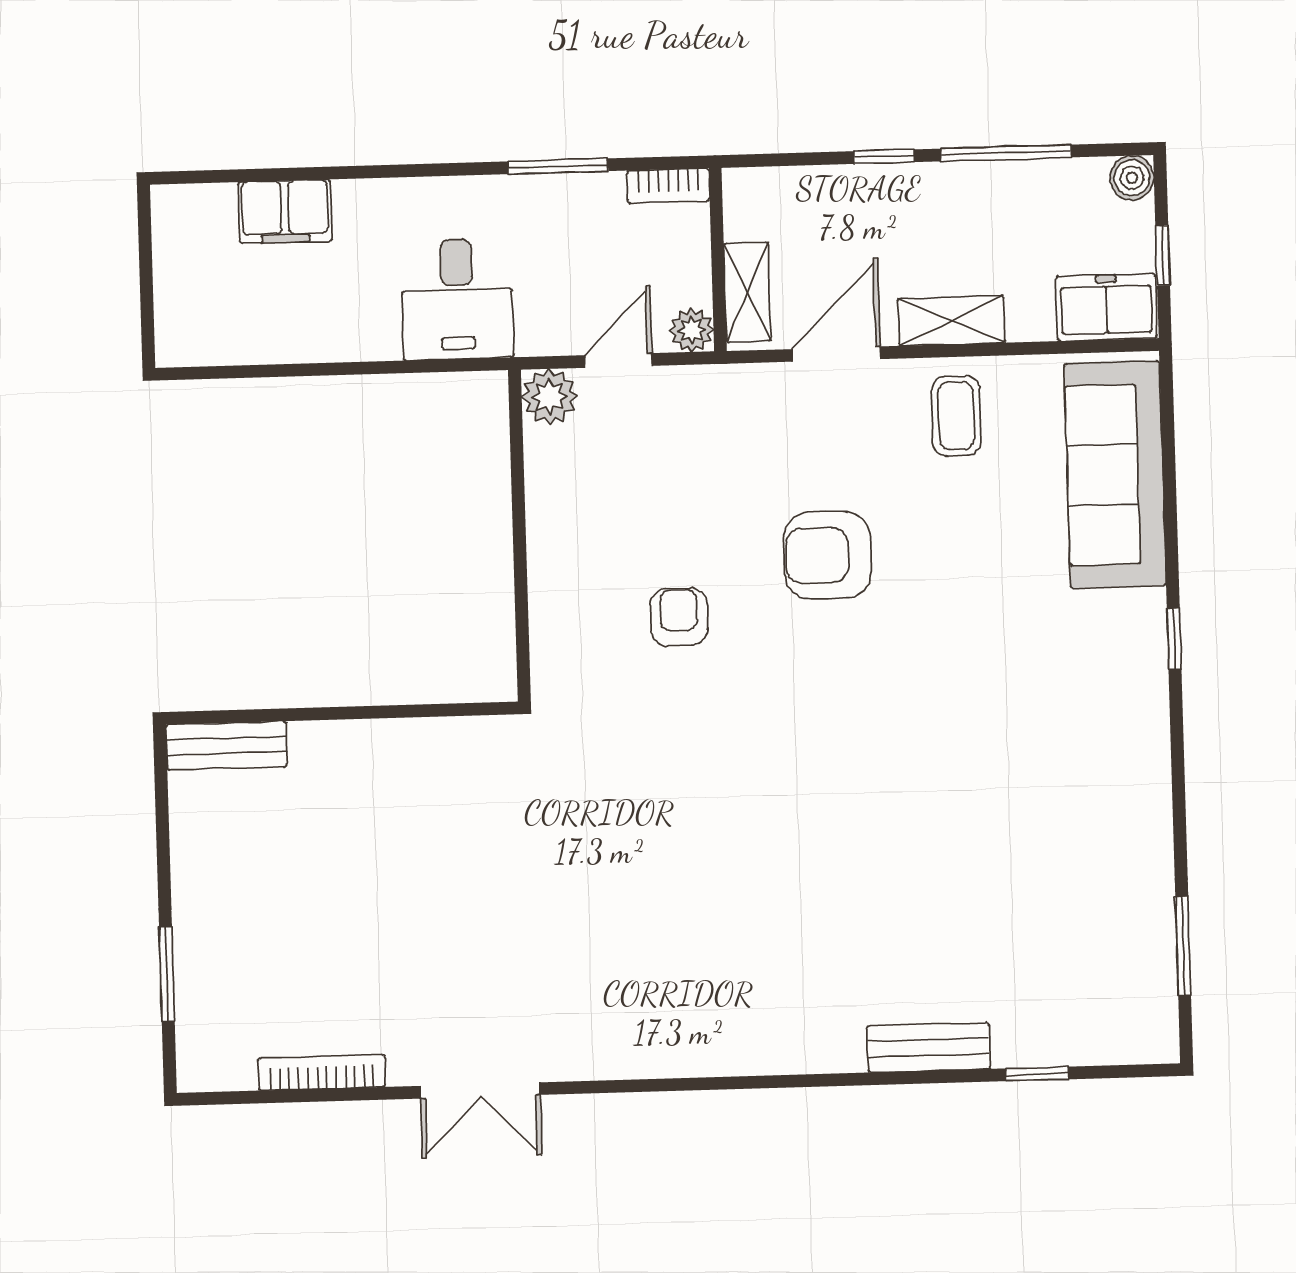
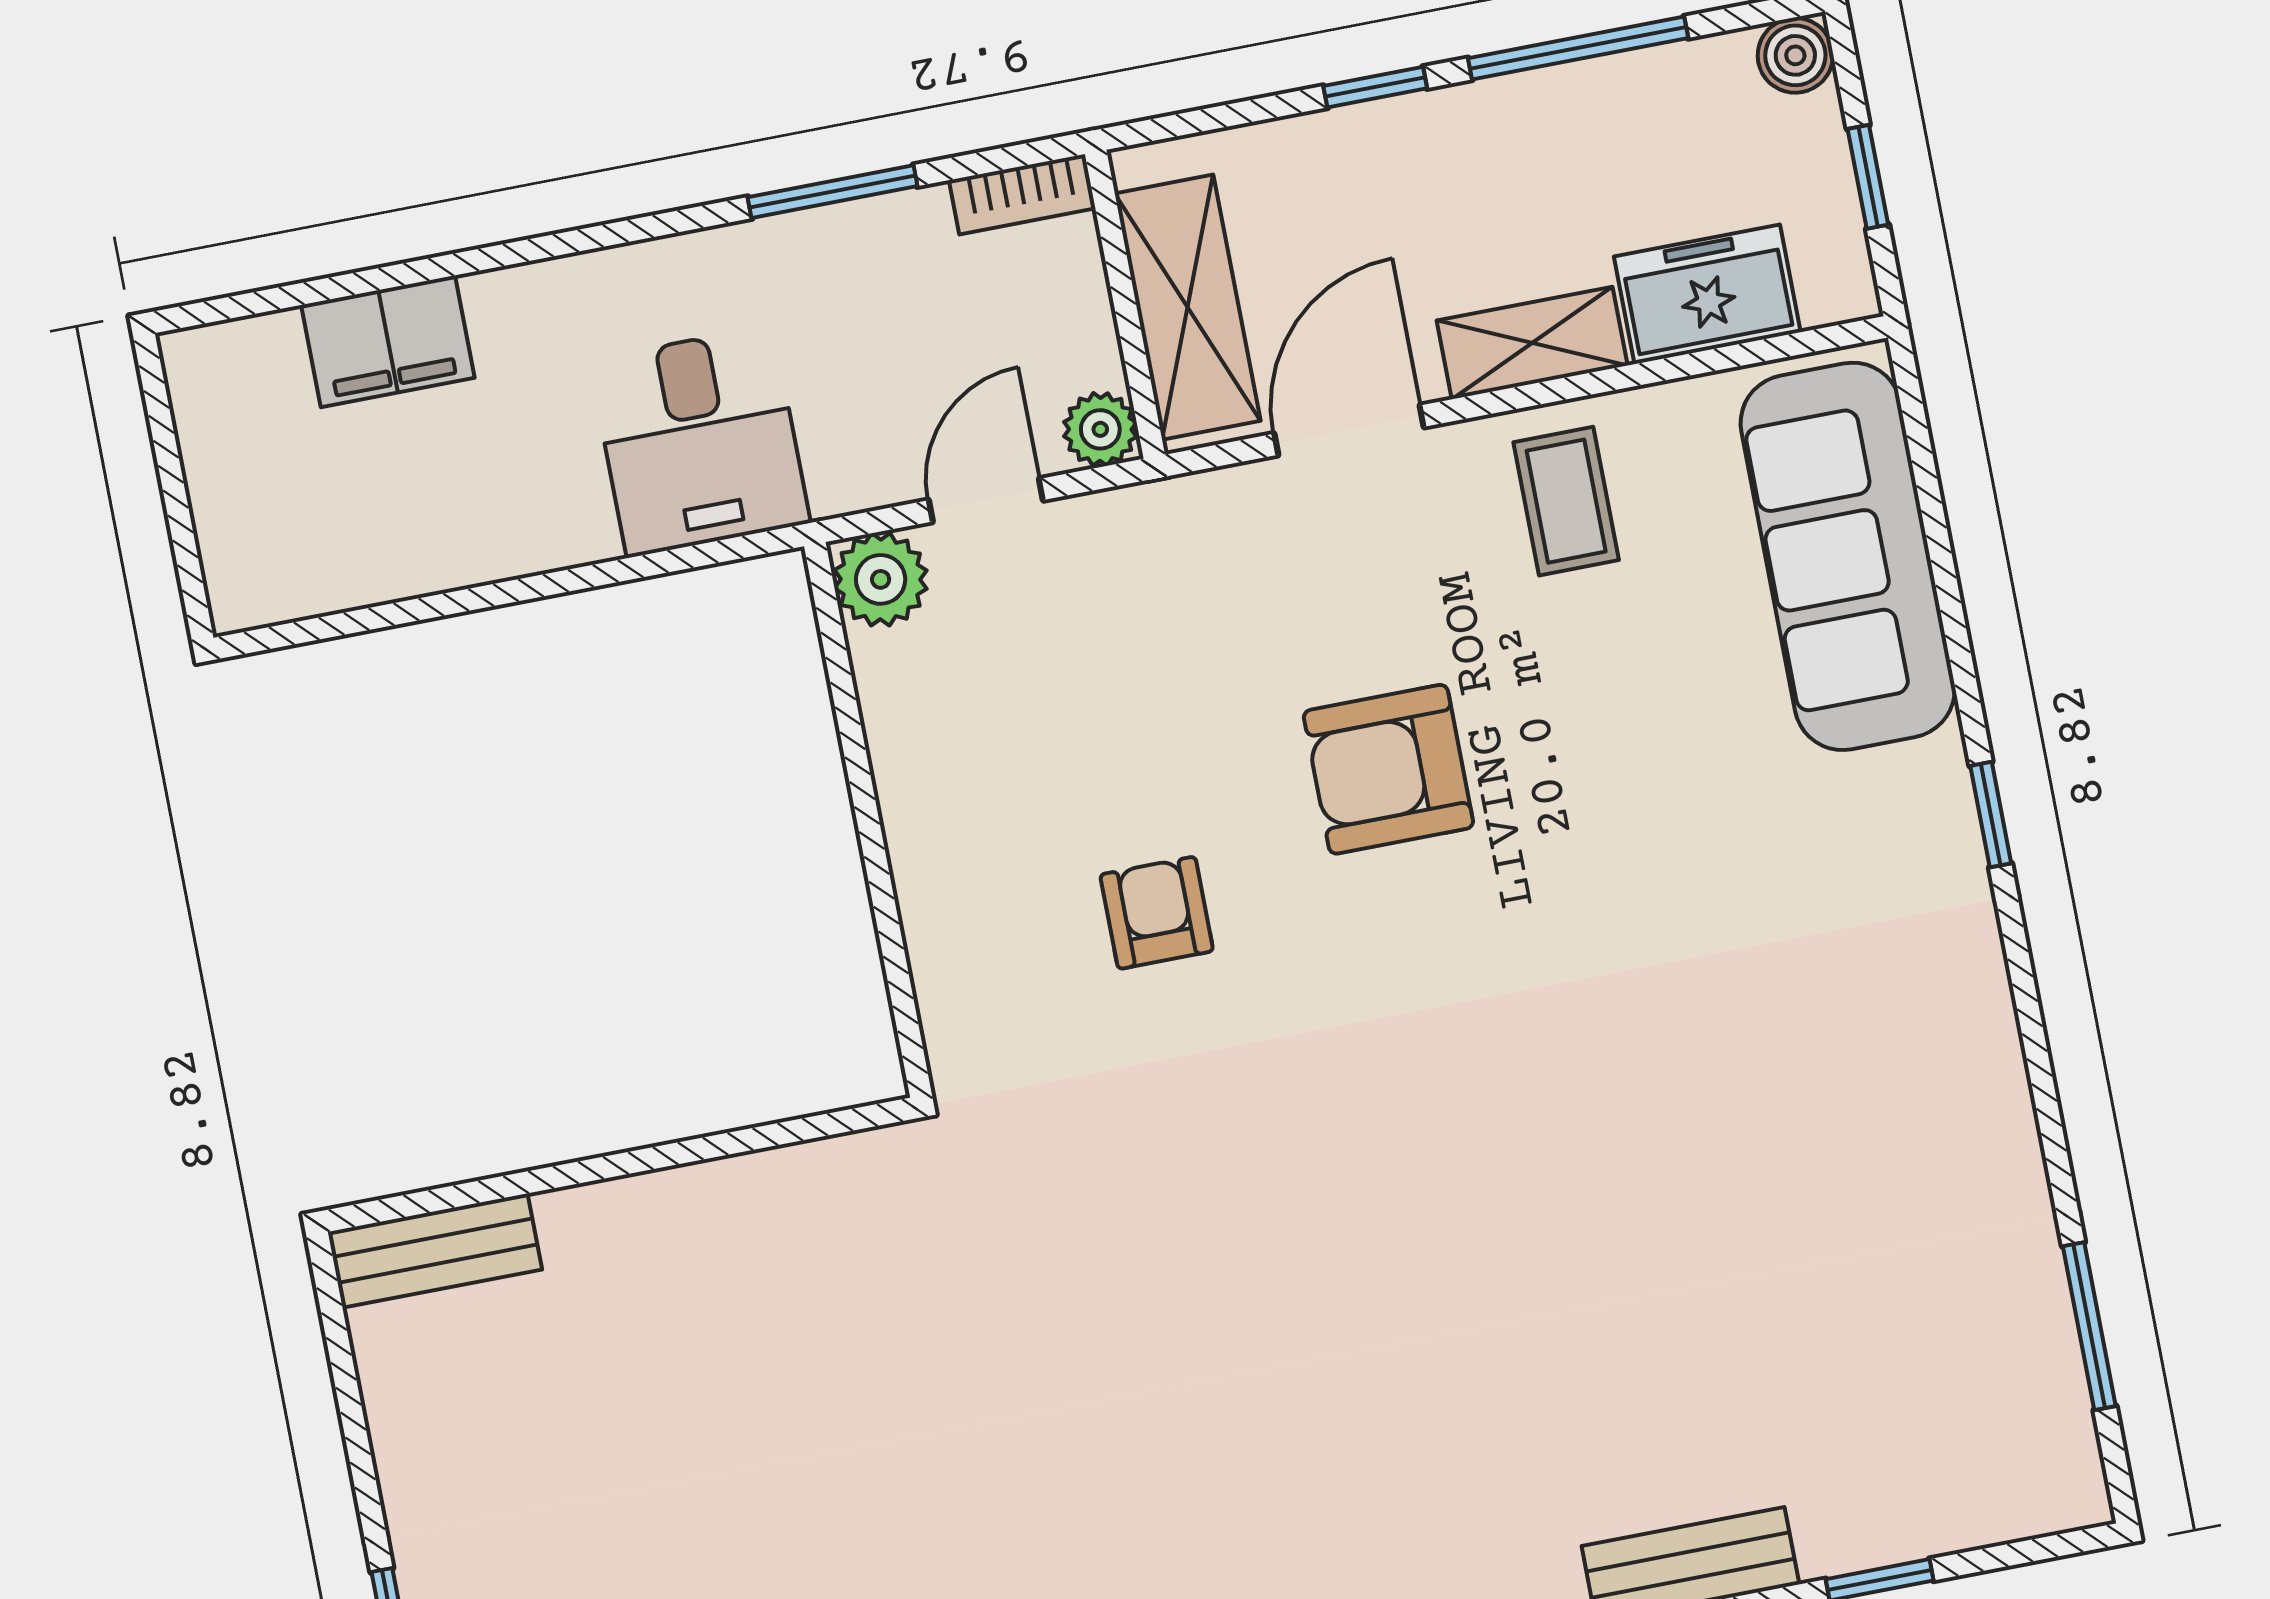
shelving: (747, 292) -> (1188, 307), width x1.50, depth x1.33
freezer: (1106, 307) -> (1707, 294), moved

